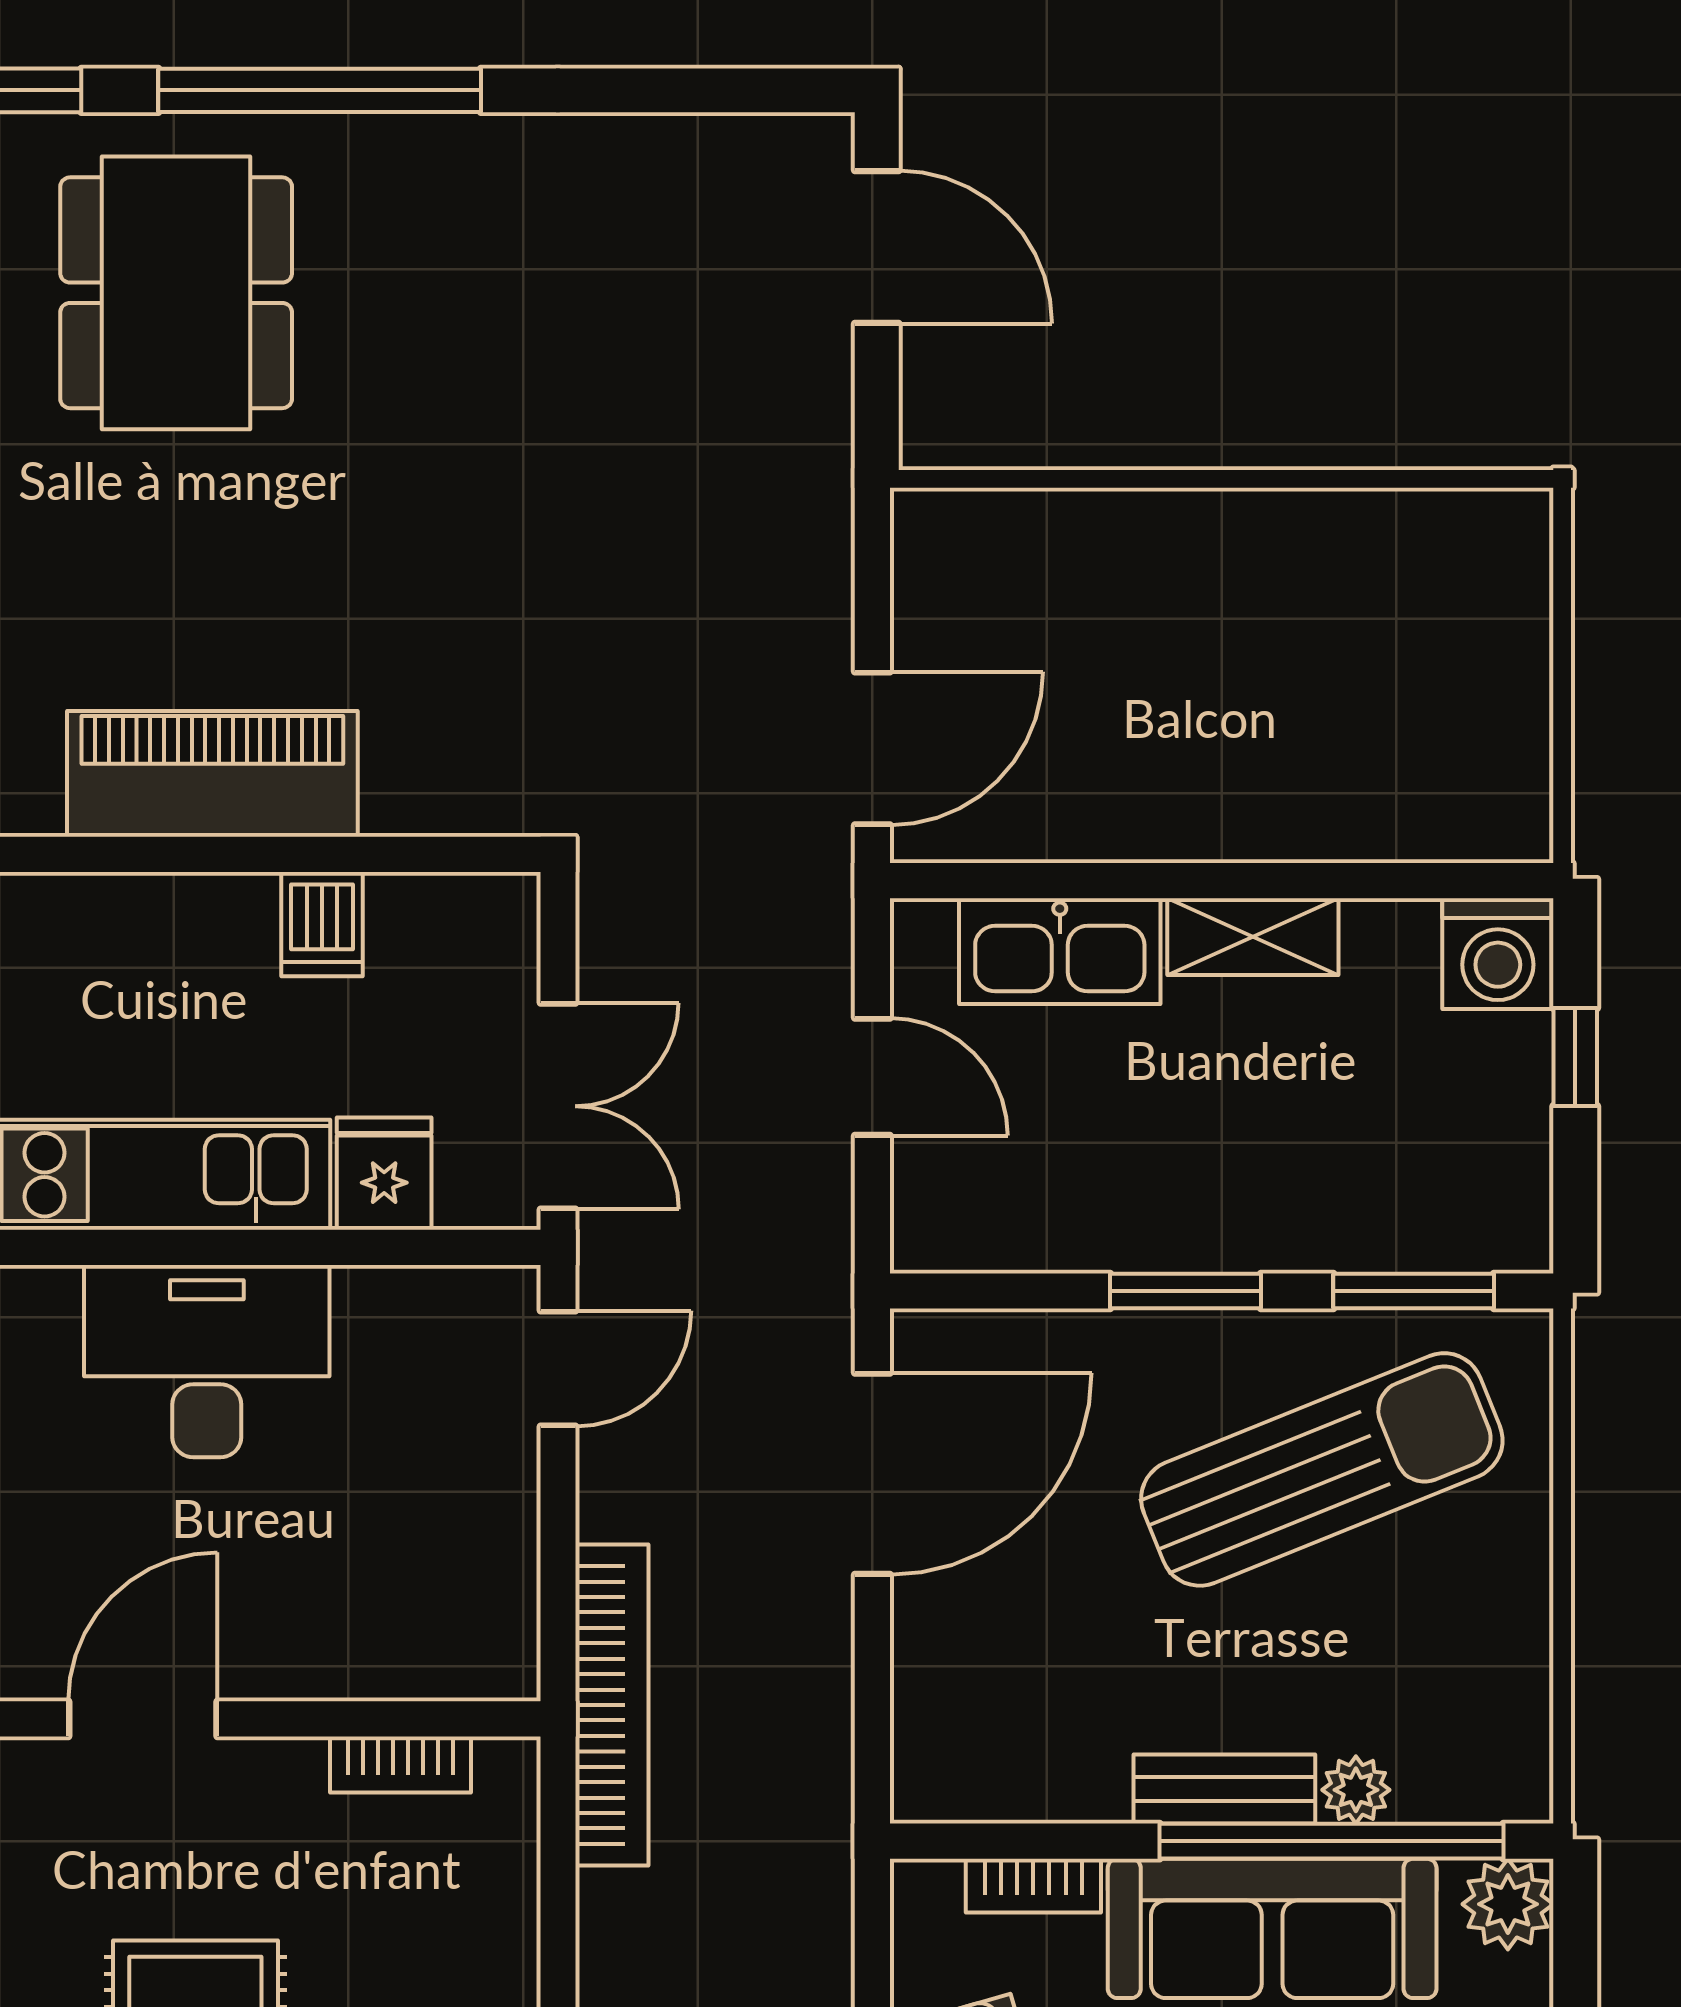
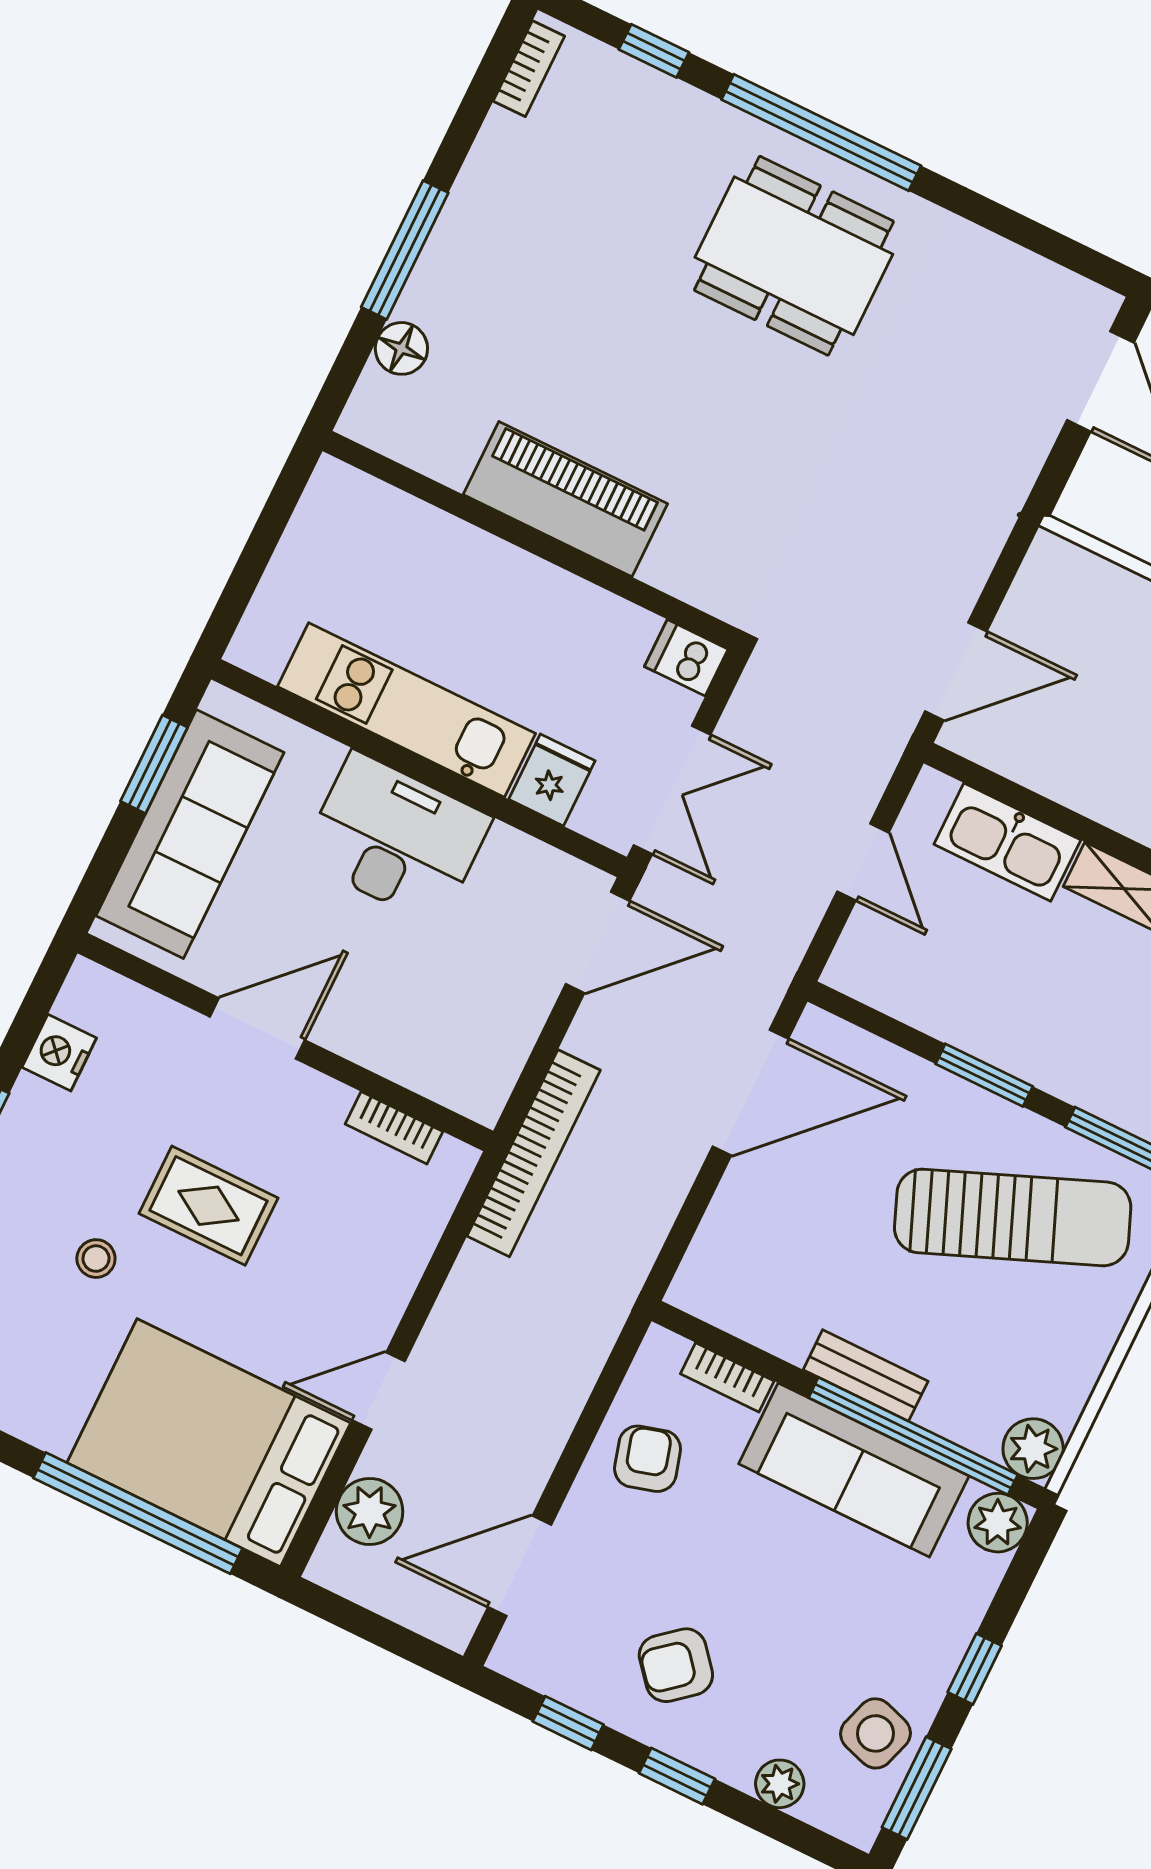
dining table: (176, 293) -> (794, 256), moved, turned 90
dishwasher: (322, 924) -> (686, 658), moved, turned 90
door: (558, 1368) -> (598, 942), width x1.38
plant: (1356, 1790) -> (1033, 1449), moved, width x1.38, depth x1.38

